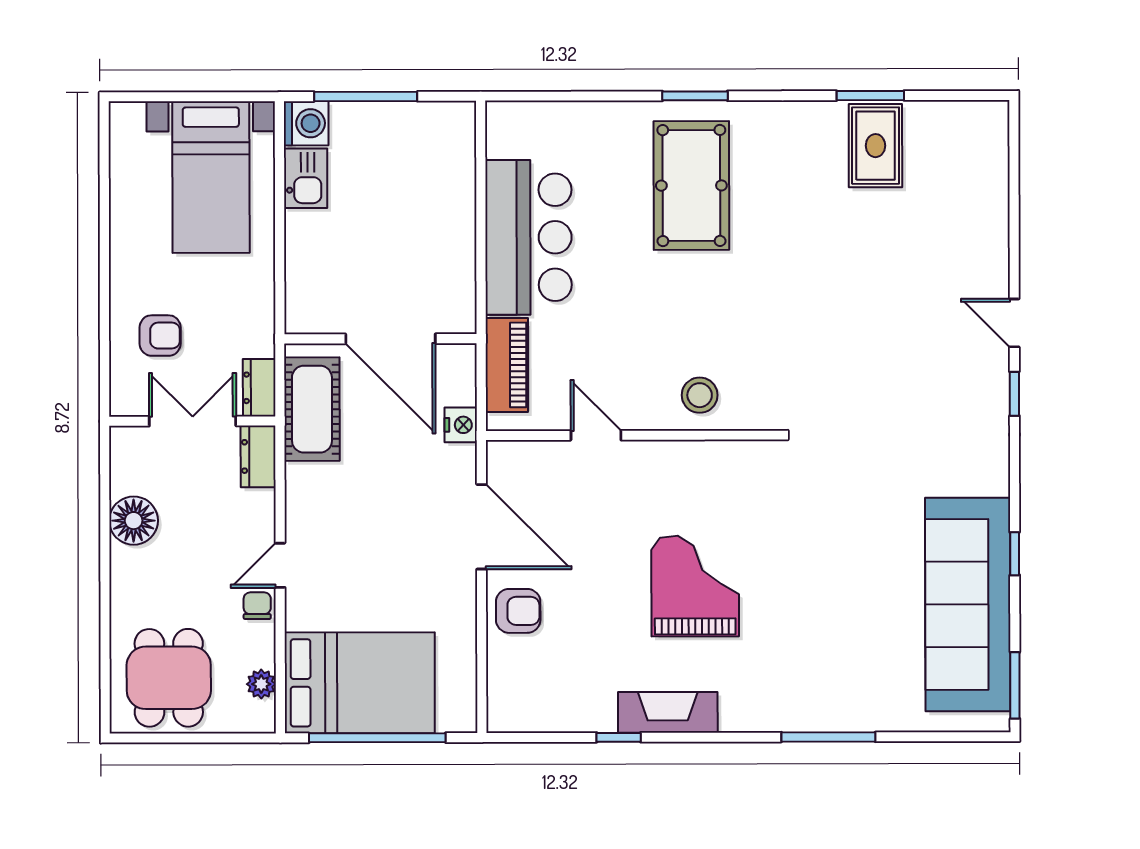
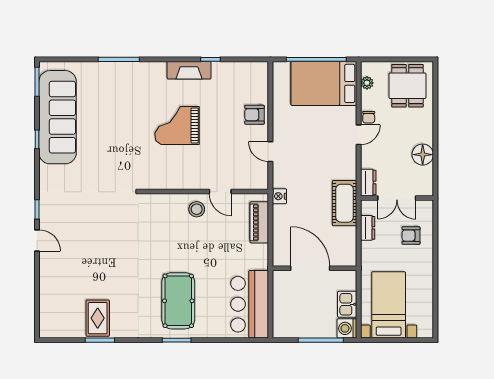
bar counter: (528, 237) -> (250, 304), moved
wall: (380, 339) -> (315, 268), moved
door: (390, 339) -> (310, 268), moved
dresser: (259, 388) -> (368, 228), moved
stool: (700, 395) -> (197, 209), moved
door: (481, 527) -> (270, 152), width x0.53
grand piano: (695, 586) -> (177, 125), turned 90

